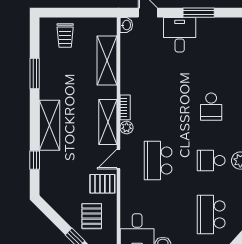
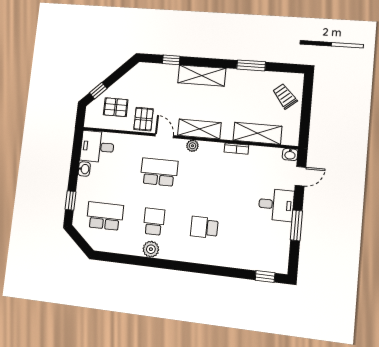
trolley: (65, 35) -> (285, 96), turned 50
bookcase: (125, 107) -> (236, 148), moved

